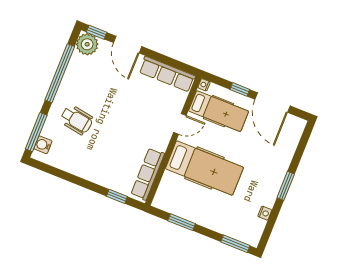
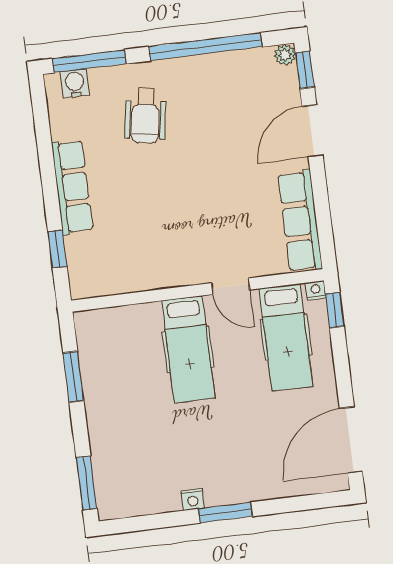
plant: (87, 44) -> (285, 55), width x0.53, depth x0.53
window: (240, 89) -> (335, 310), moved
door: (272, 103) -> (351, 440), moved
hospital bed: (204, 168) -> (188, 349), width x0.73, depth x0.78
row of seats: (148, 174) -> (72, 187), moved, turned 90
nightstand: (265, 213) -> (193, 499), moved

